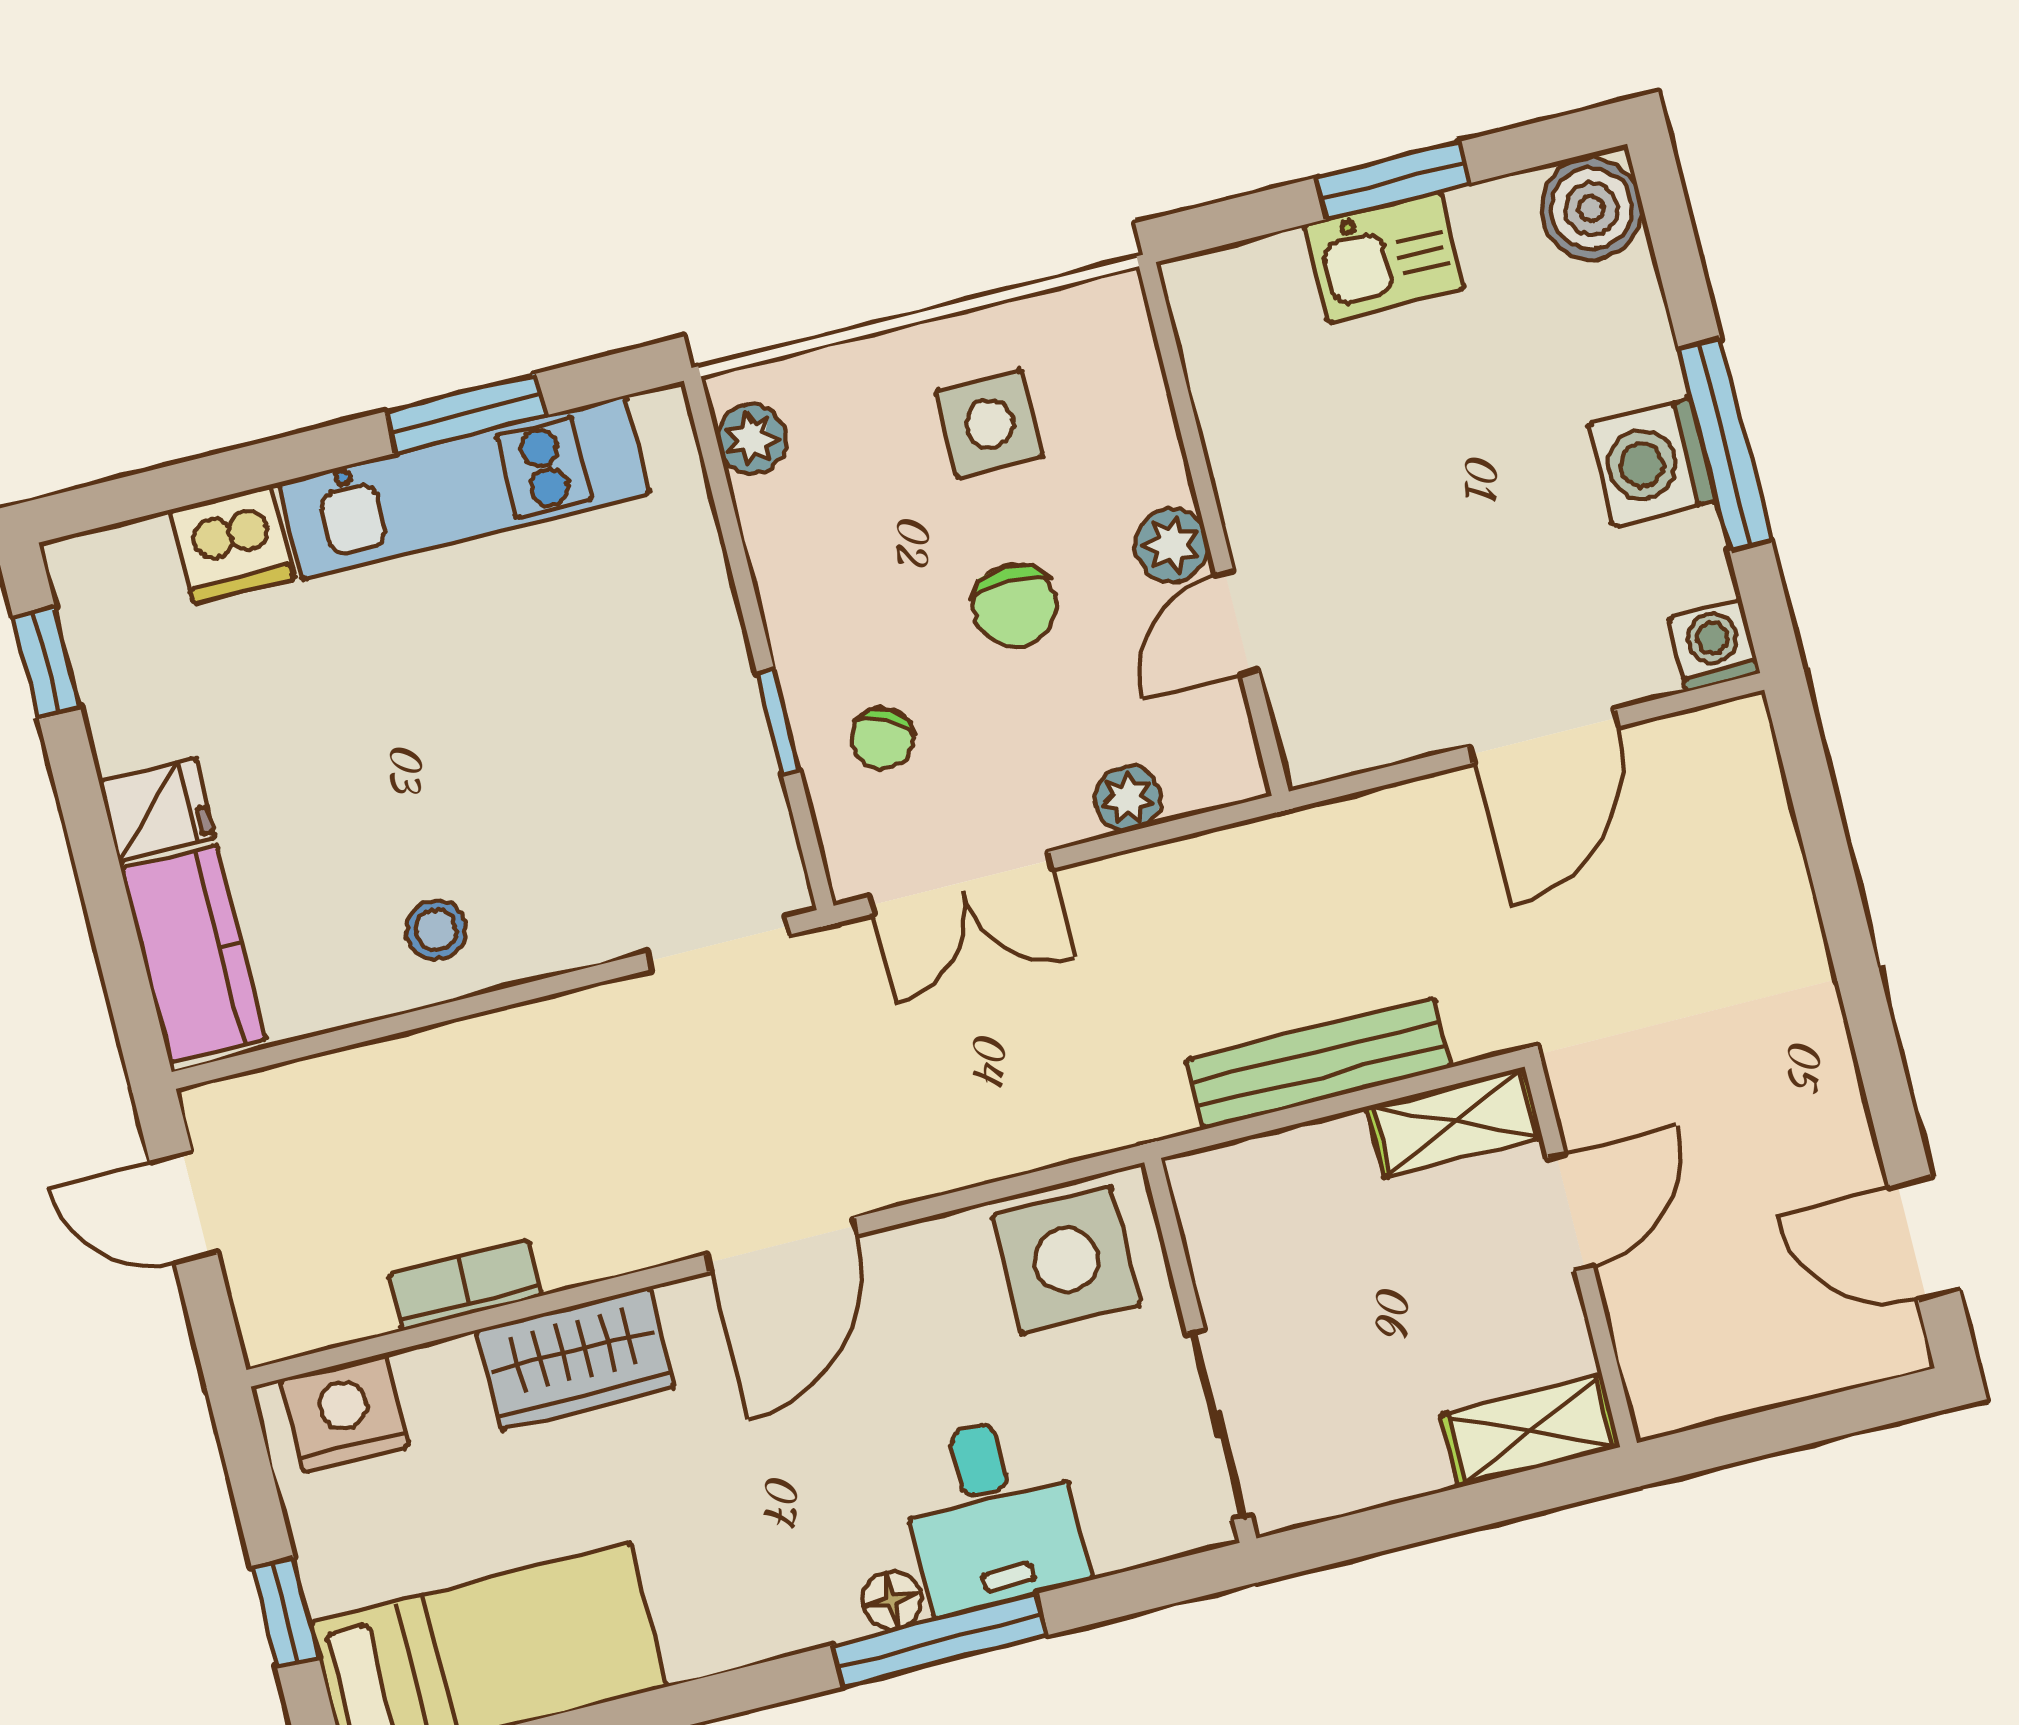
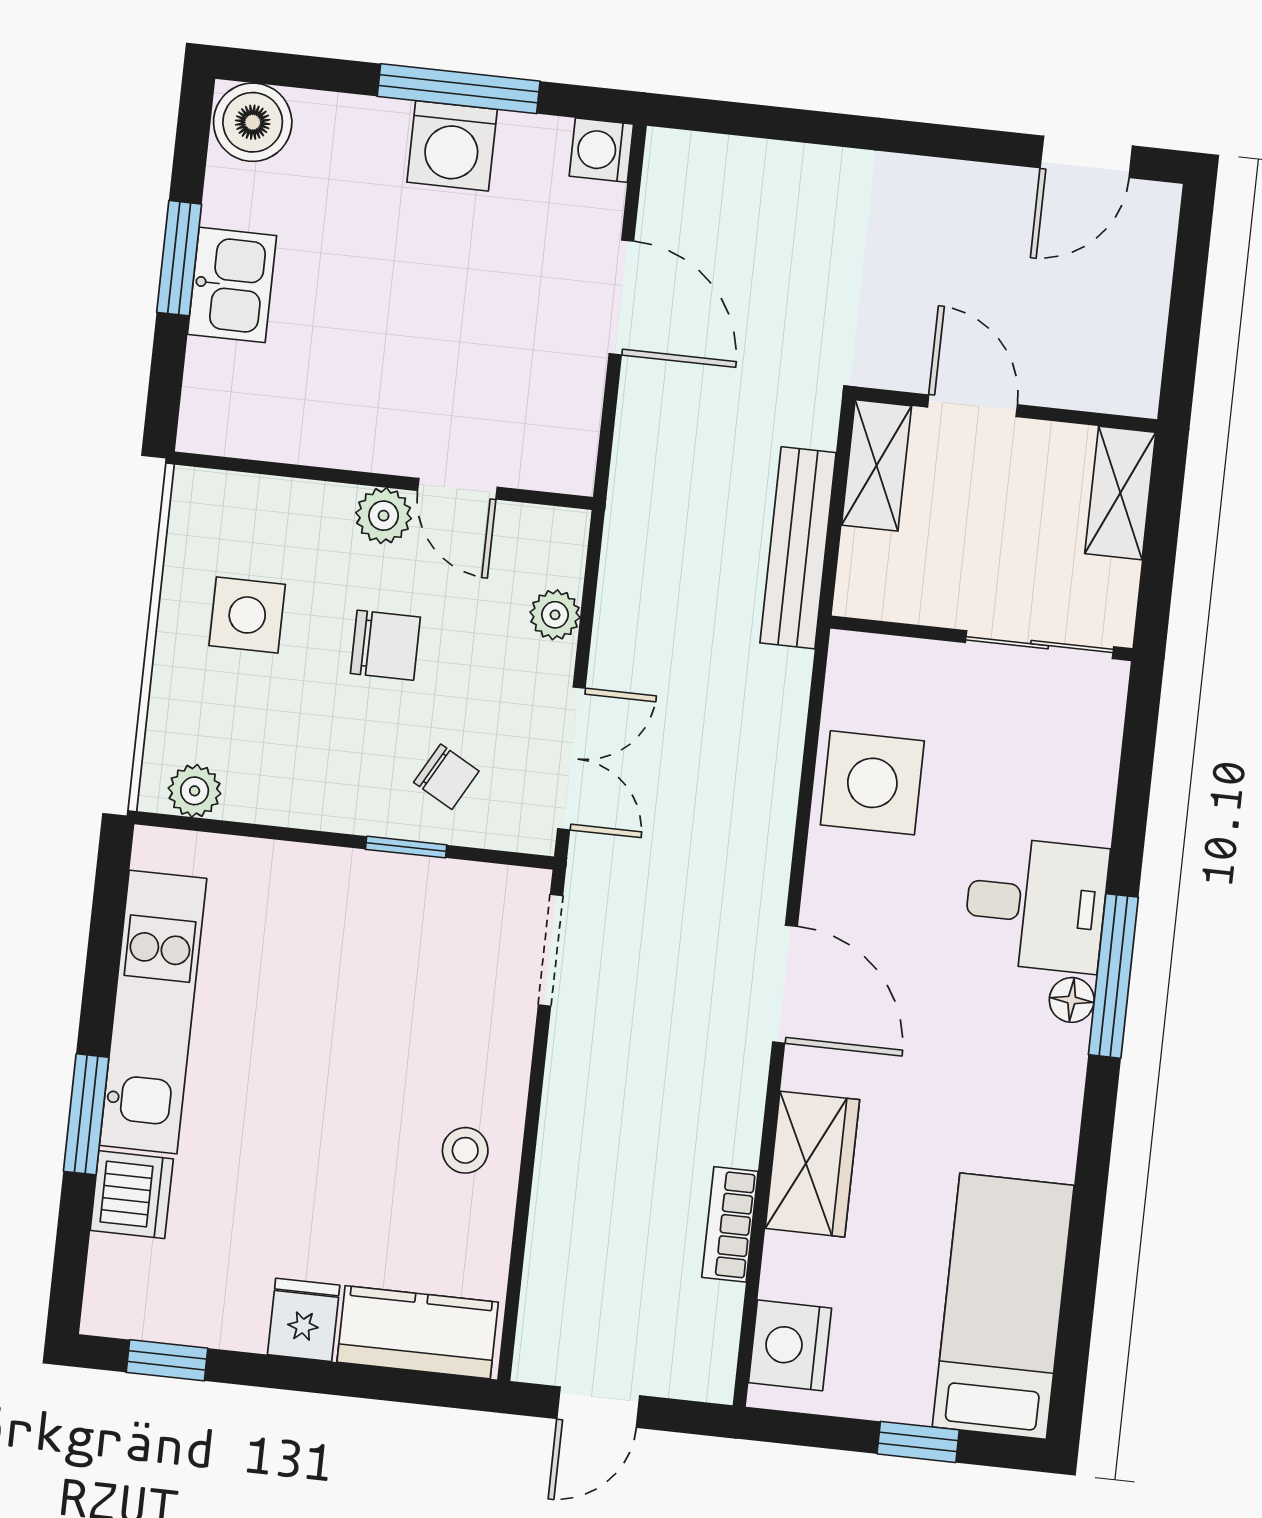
window: (465, 414) -> (86, 1114), moved
wall: (1200, 1350) -> (981, 638), moved
sliding door: (1219, 1424) -> (1040, 645), moved

